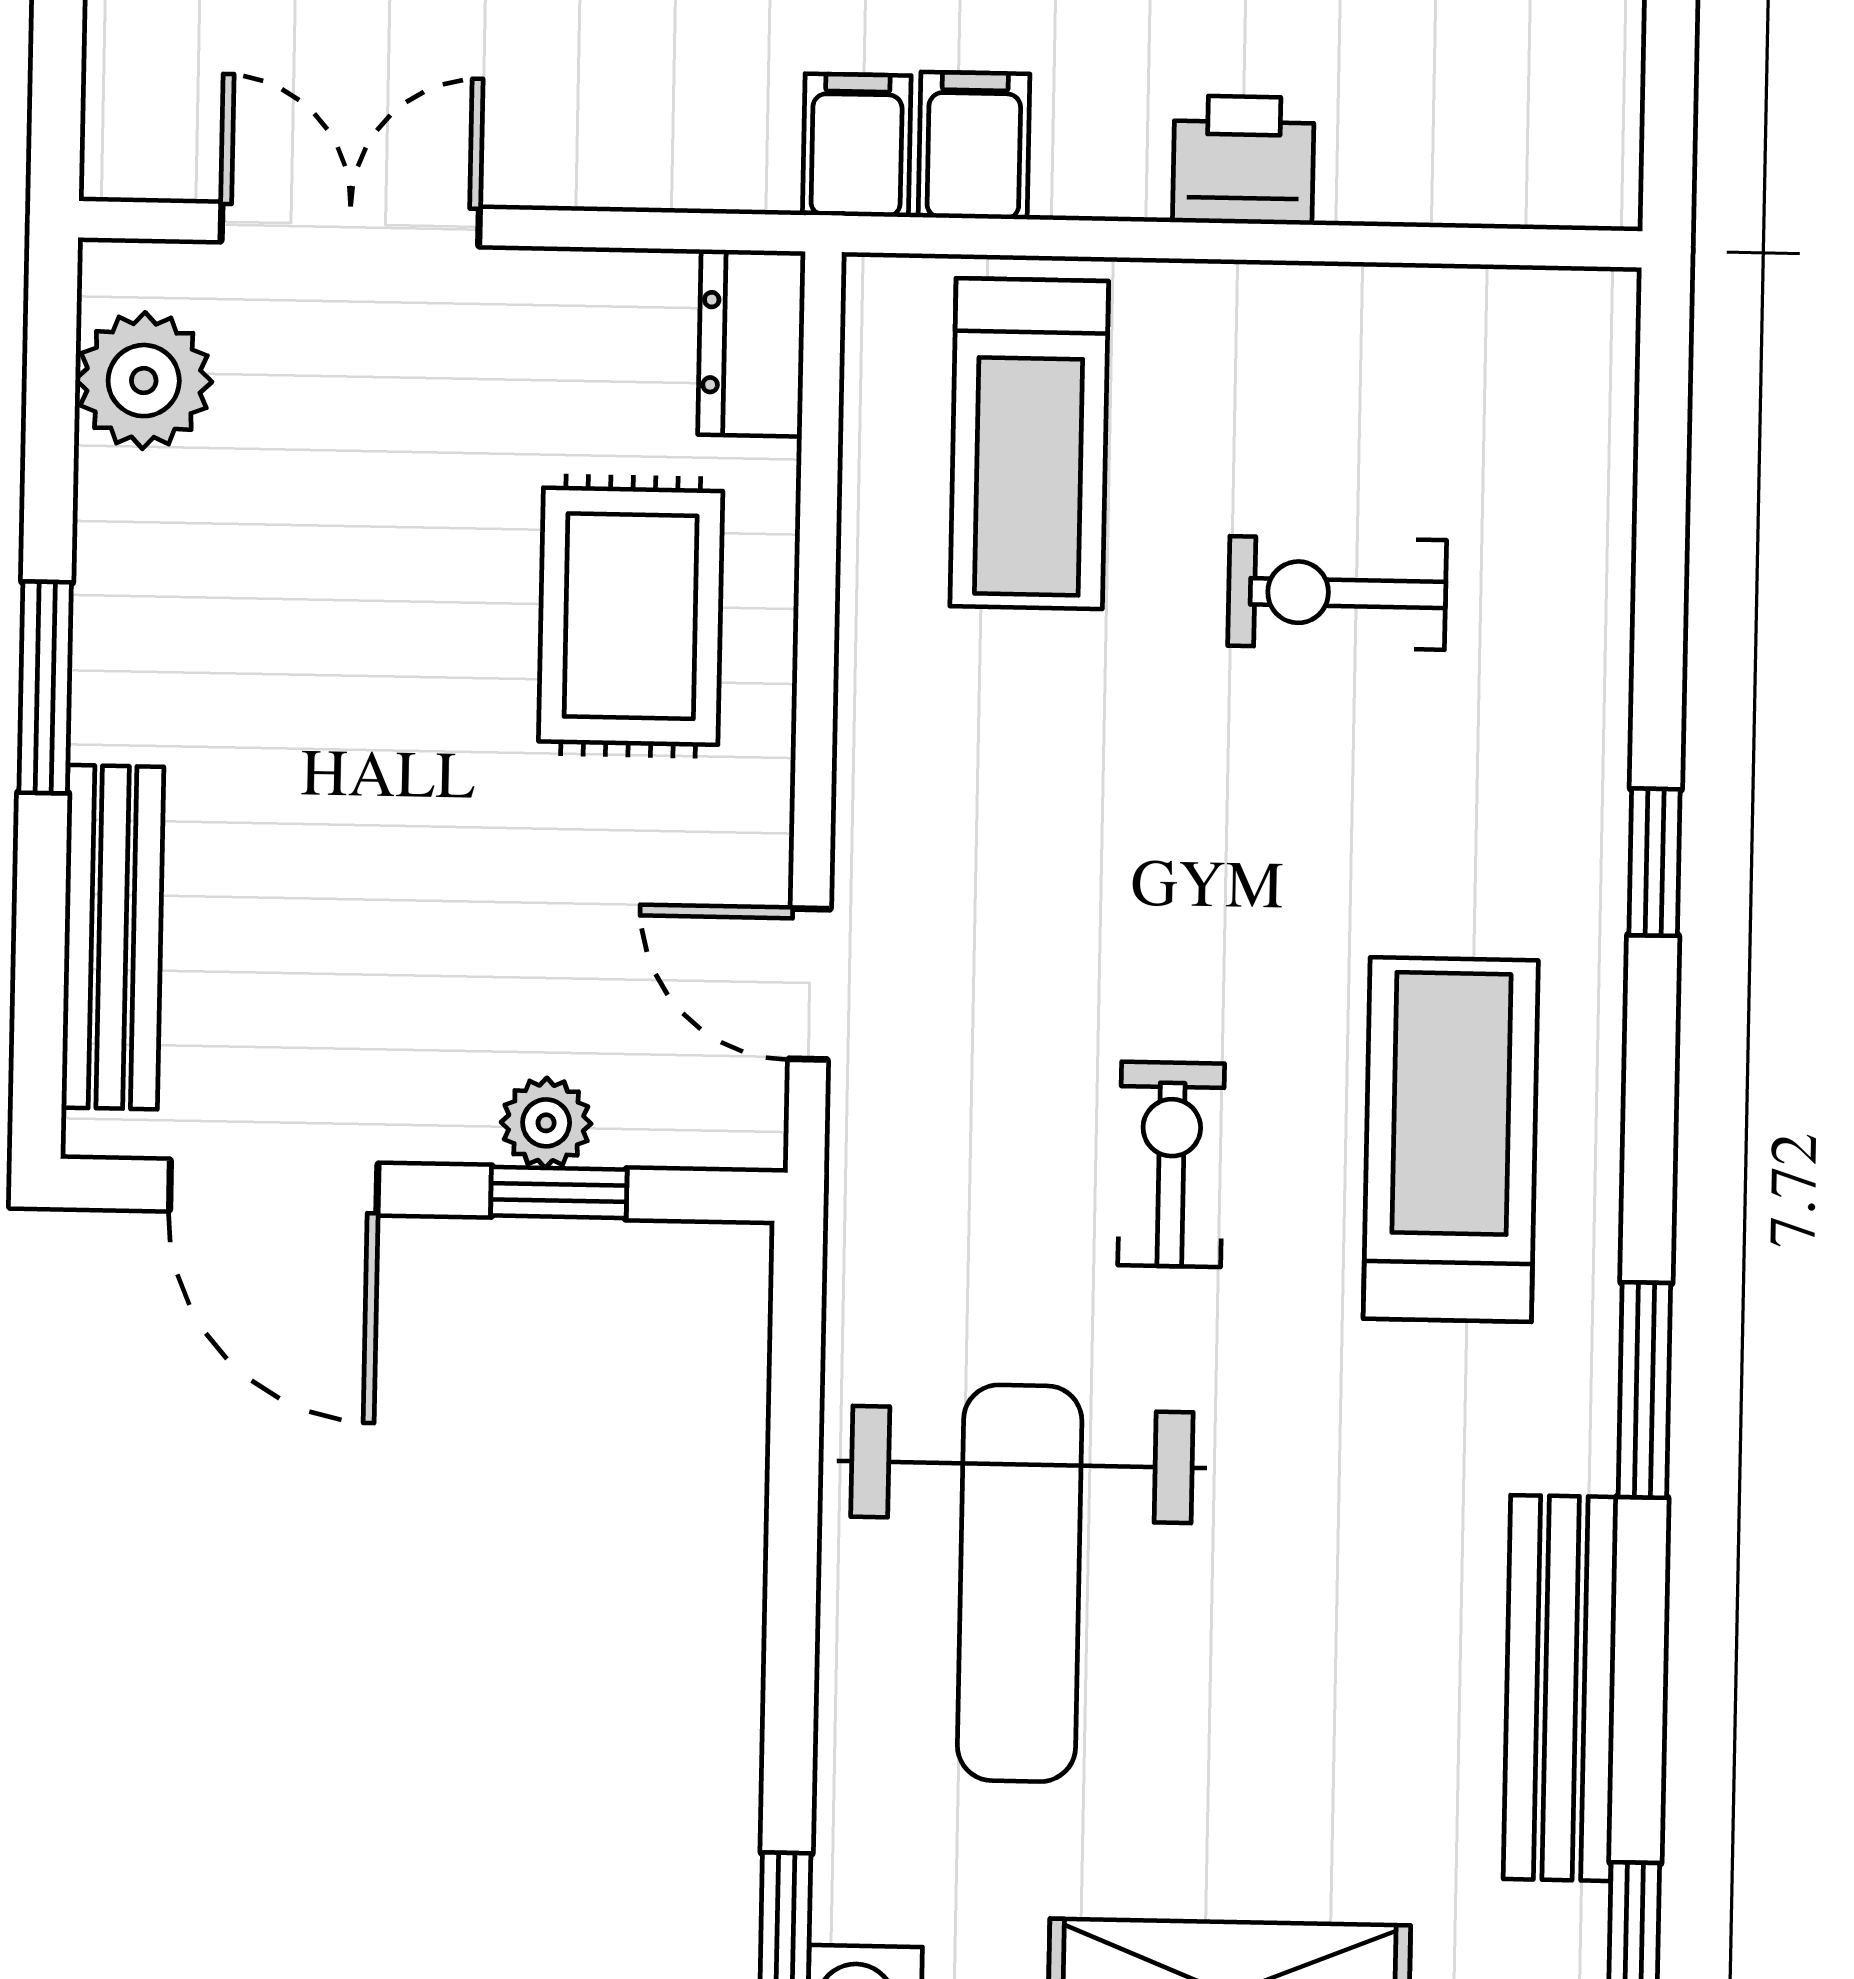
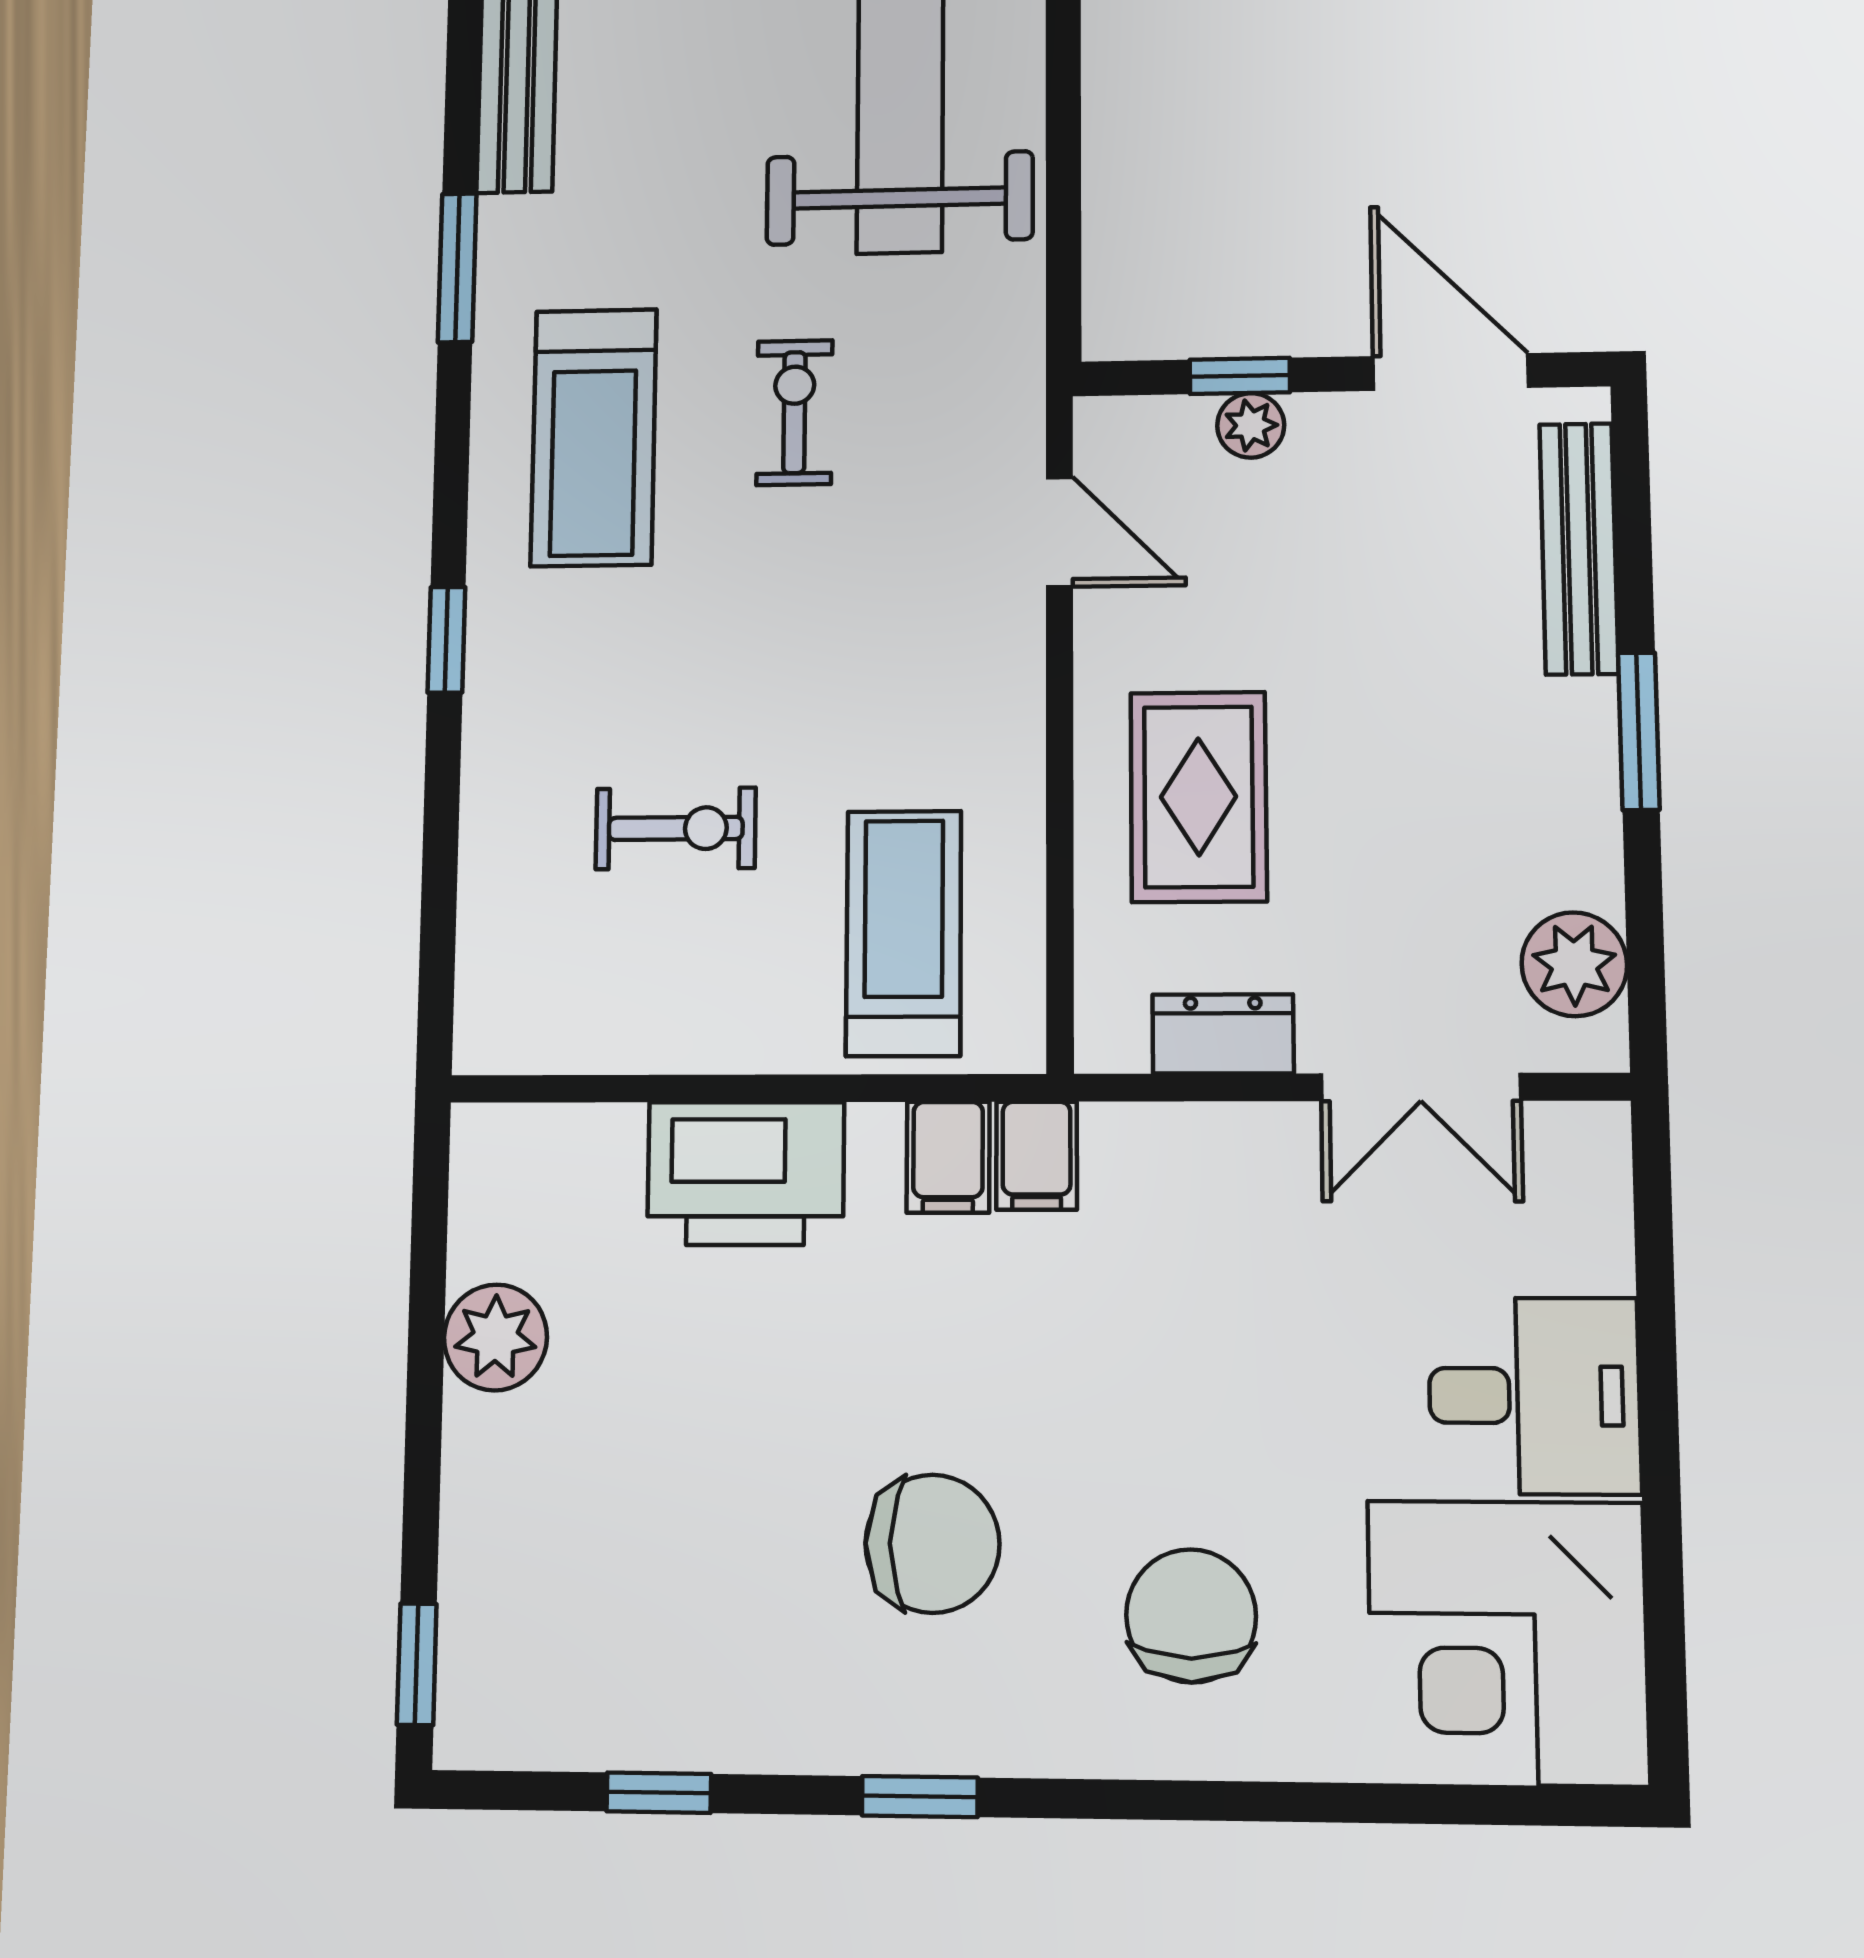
printer: (1243, 160) -> (746, 1173), width x1.87, depth x1.48
dresser: (752, 343) -> (1223, 1034), moved, turned -90
exercise bike: (1171, 1164) -> (794, 413), turned 180

